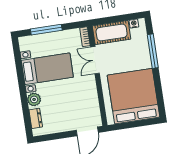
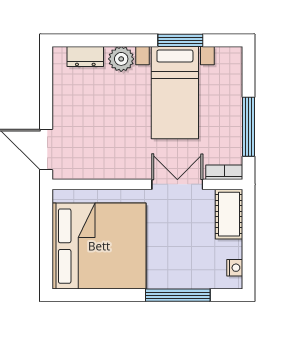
window: (46, 30) -> (249, 127), moved
cot: (112, 33) -> (229, 214), width x0.73, depth x0.75
window: (20, 70) -> (180, 40), added

